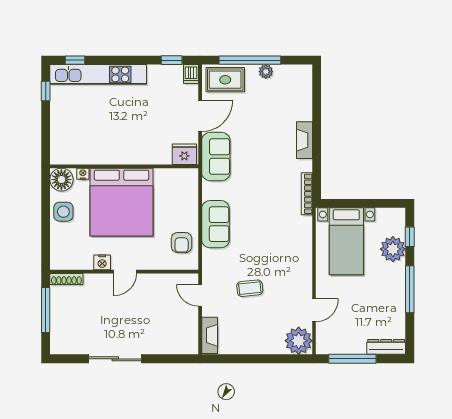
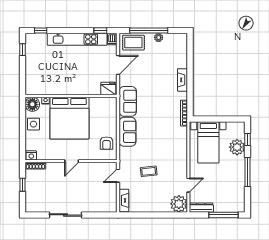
kitchen unit: (98, 74) -> (77, 39), moved
sofa: (216, 157) -> (128, 101), moved
nightstand: (102, 262) -> (31, 155), moved
door: (200, 295) -> (118, 176), hinge flipped
window: (46, 310) -> (23, 185), width x0.46
dresser: (386, 347) -> (201, 208), moved
window: (352, 359) -> (223, 215), moved

